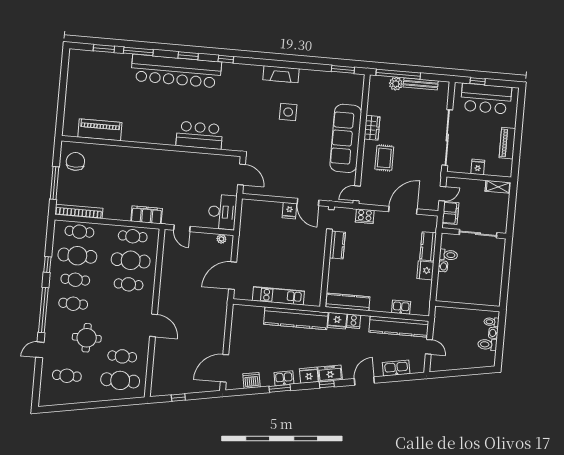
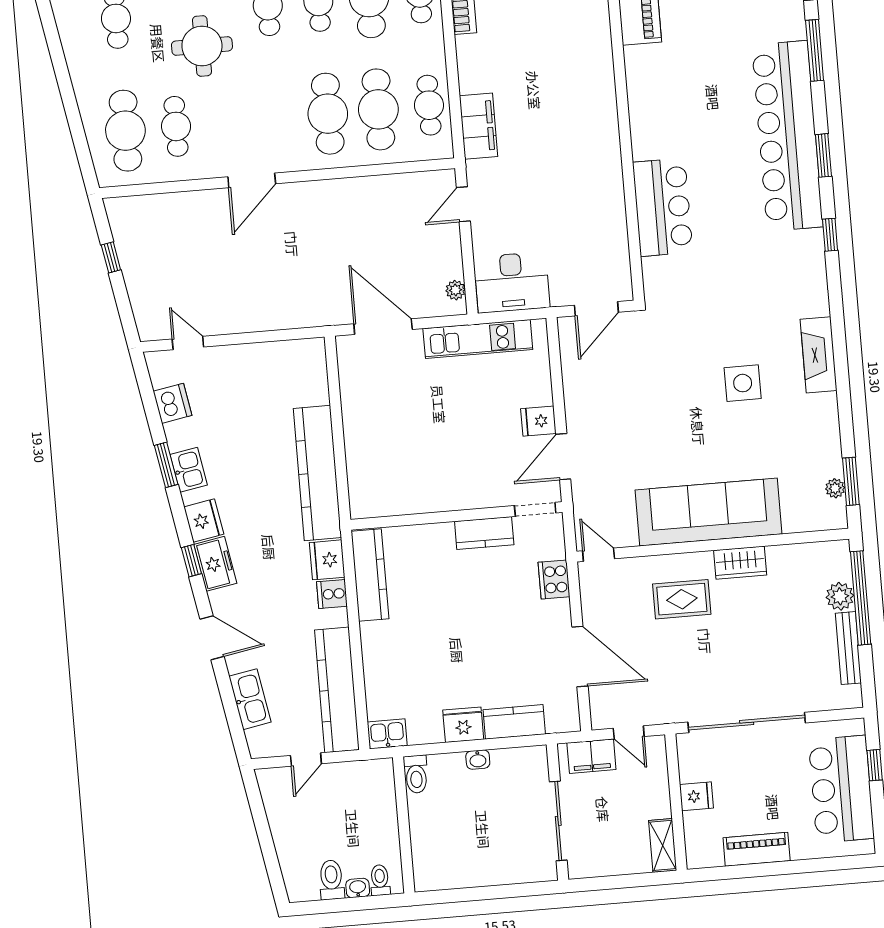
plant: (345, 77) -> (835, 488), added
toilet: (448, 255) -> (416, 774), moved
cafe table: (129, 284) -> (328, 114), width x1.37, depth x1.35
kitchen unit: (278, 296) -> (478, 339), moved, turned 90
kitchen sink: (401, 307) -> (387, 734), moved, turned -90
door: (225, 368) -> (188, 343), width x0.53

